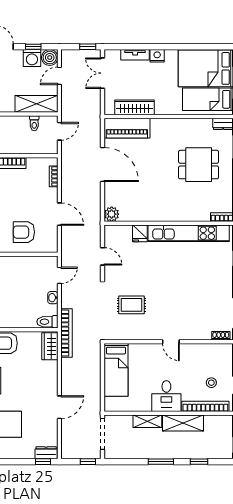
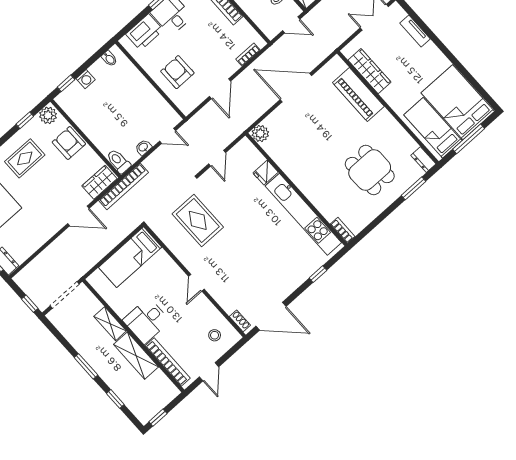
nightstand: (157, 56) -> (431, 51), removed
piano: (127, 128) -> (358, 95), moved
door: (103, 164) -> (296, 88), swing flipped
rug: (131, 305) -> (198, 220), width x1.36, depth x1.43
stool: (211, 383) -> (215, 335), moved
door: (59, 407) -> (78, 216), moved

